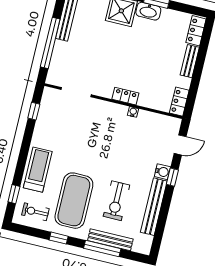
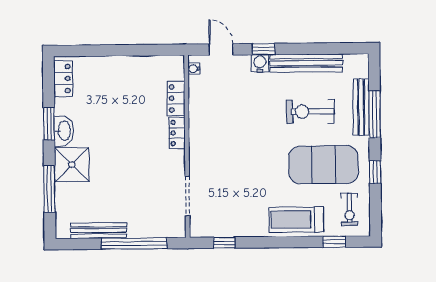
locker: (196, 31) -> (63, 79), moved, turned -90
bench: (190, 61) -> (113, 64), removed
locker: (179, 102) -> (176, 98), moved, turned 90
water cooler: (133, 112) -> (194, 69), moved
exercise bike: (116, 201) -> (310, 112), turned 180

